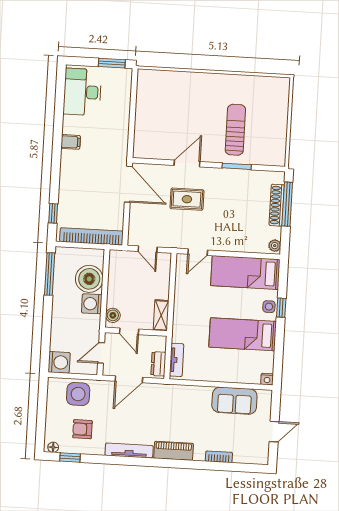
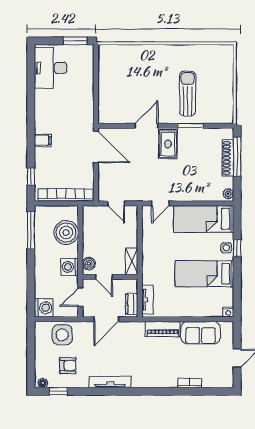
filing cabinet: (71, 142) -> (43, 140), moved
rug: (187, 199) -> (168, 144), moved, turned 90
washing machine: (92, 304) -> (70, 267), moved
armchair: (82, 429) -> (68, 366), turned 180
piano: (174, 451) -> (163, 329), moved, turned 180

